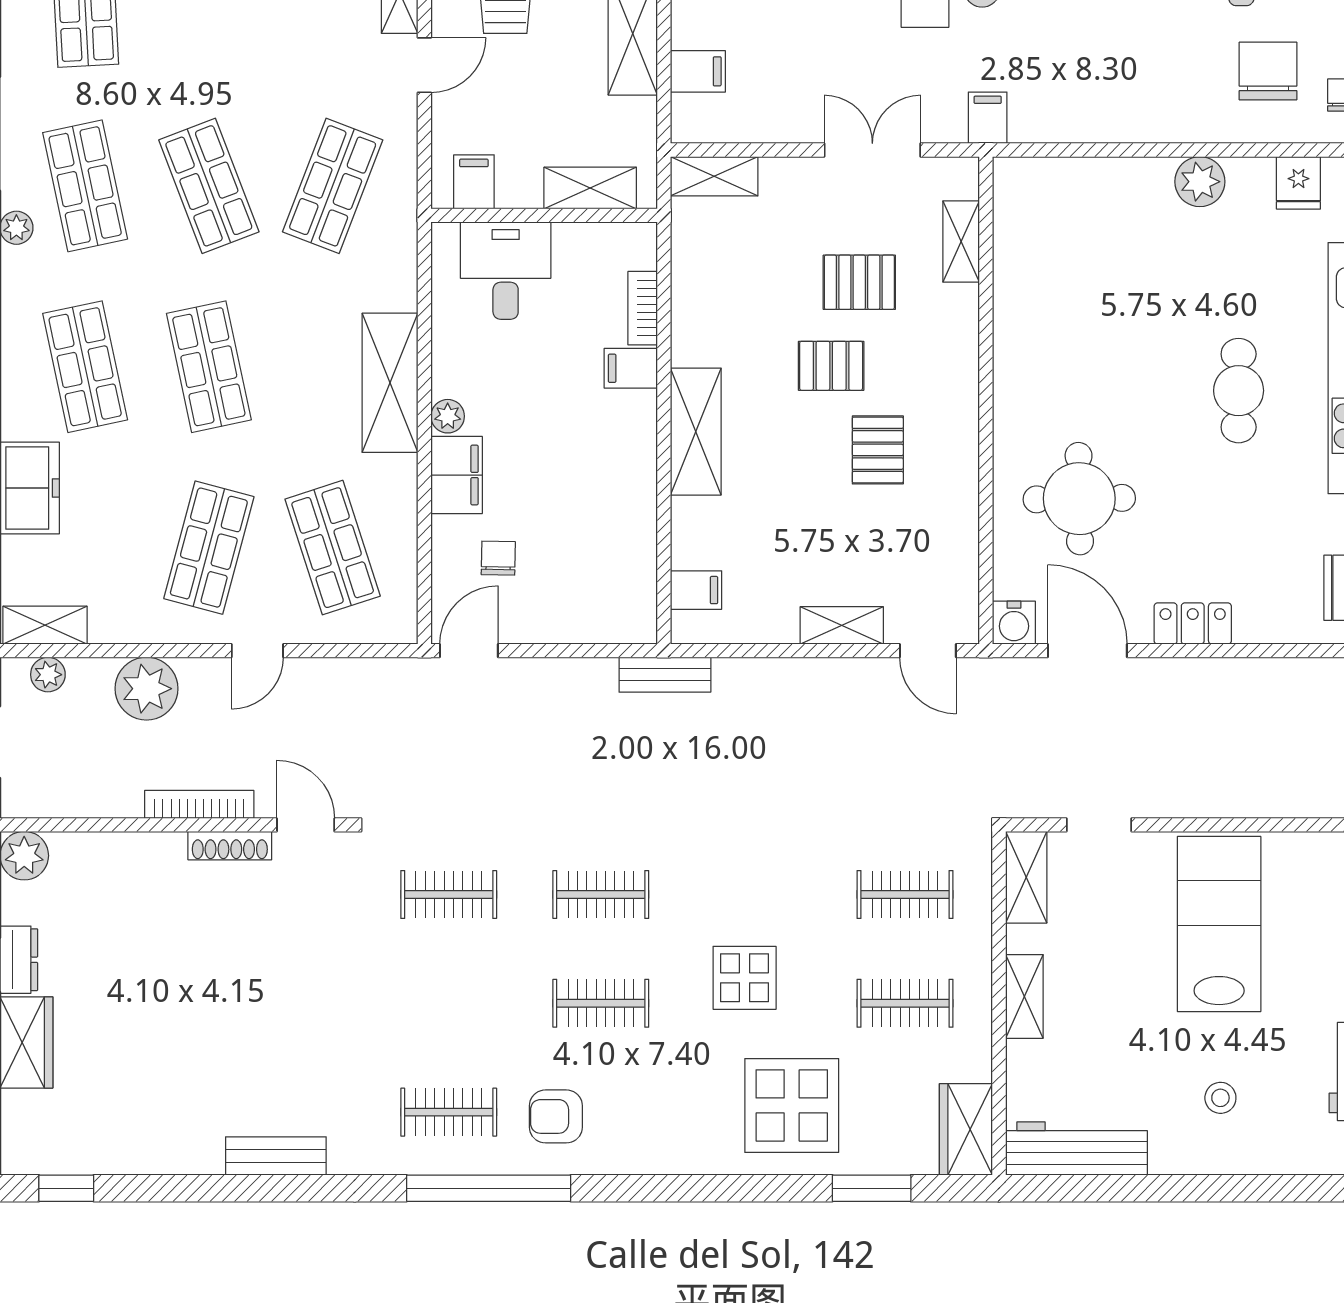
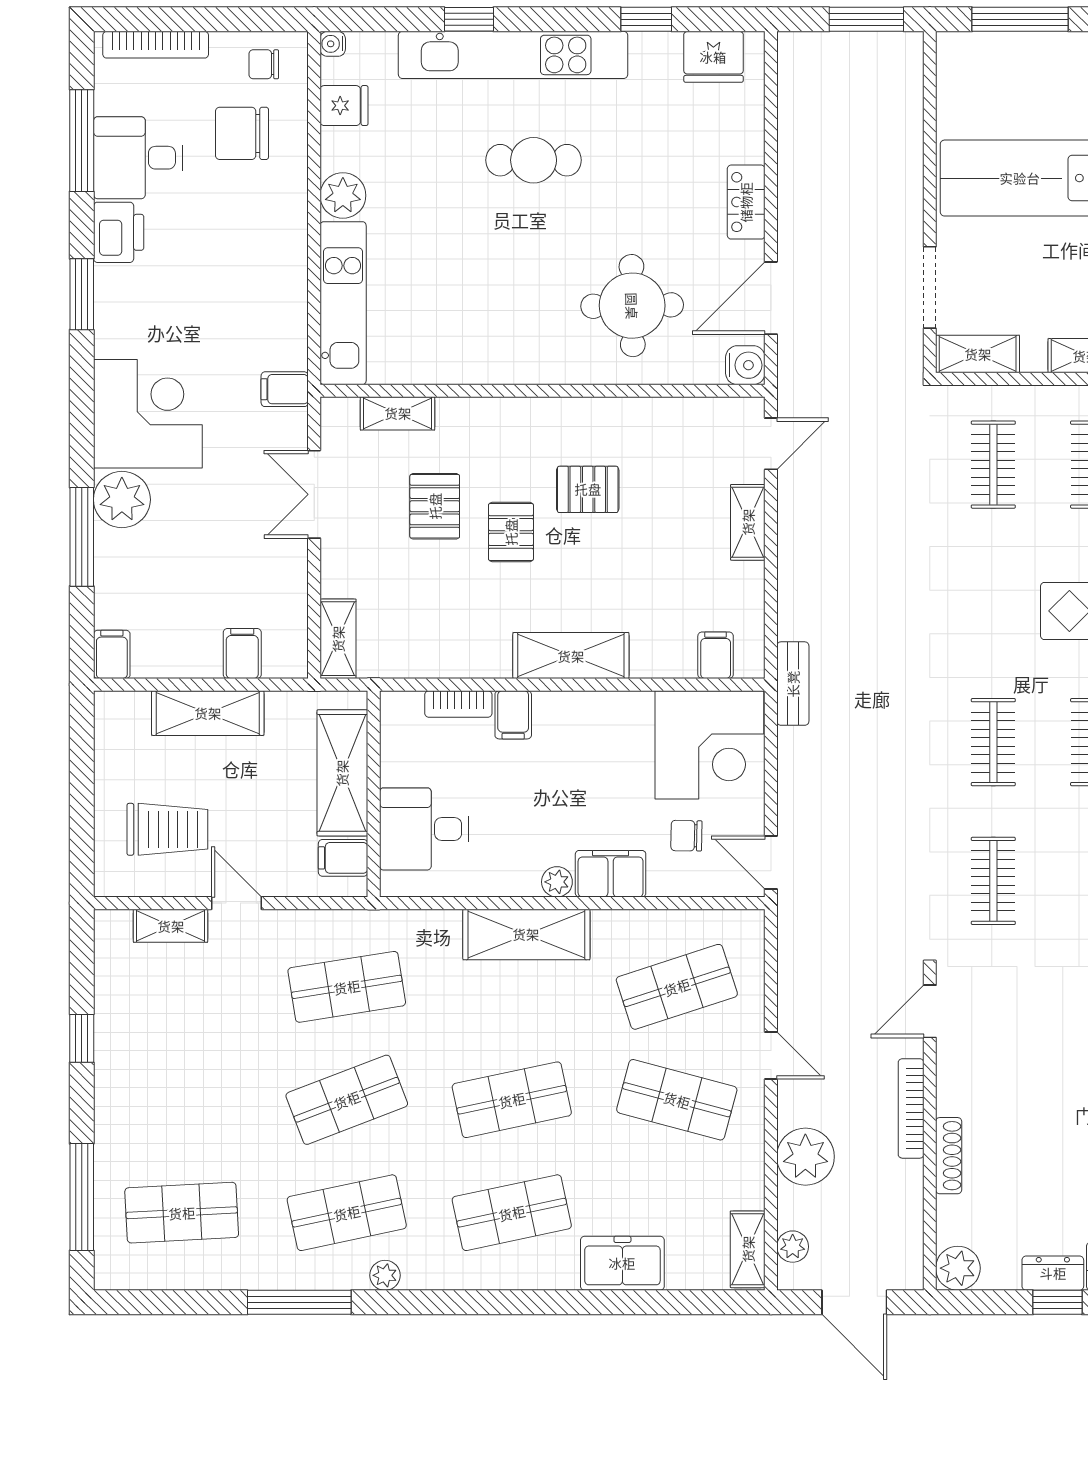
kitchen unit: (1082, 182) -> (343, 303), added
shop shelf: (333, 186) -> (347, 987), turned -30
shelving: (590, 188) -> (342, 773), width x1.50, depth x1.33
corner desk: (598, 583) -> (709, 745), added
doorway: (1099, 825) -> (930, 287), width x1.38
shoe rack: (230, 846) -> (949, 1156), moved

